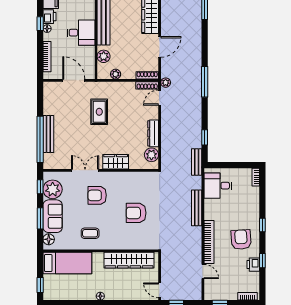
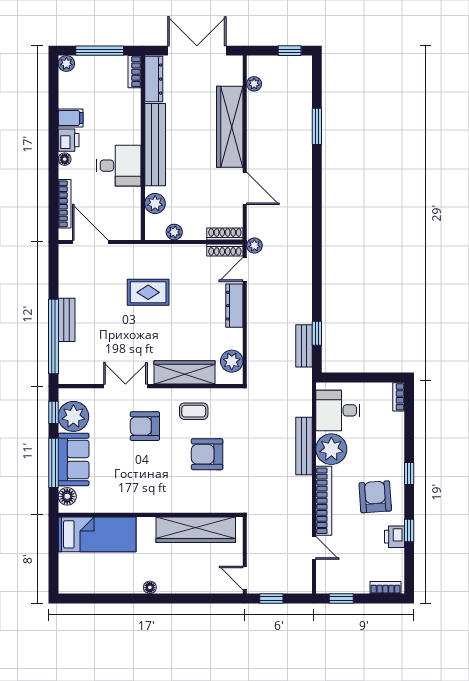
window: (40, 24) -> (53, 151), removed
door: (160, 47) -> (245, 188), hinge flipped
door: (74, 80) -> (90, 242), moved
window: (205, 82) -> (317, 244), removed
rug: (99, 112) -> (148, 292), turned 90
dresser: (153, 133) -> (234, 306), moved
bench: (48, 134) -> (67, 320), width x0.73
wardrobe: (116, 162) -> (184, 372), width x1.50
bench: (197, 162) -> (304, 346), moved
plant: (214, 210) -> (331, 449), added
window: (40, 218) -> (53, 463), width x1.44
coffee table: (90, 233) -> (194, 411), moved
window: (40, 285) -> (53, 570), removed

